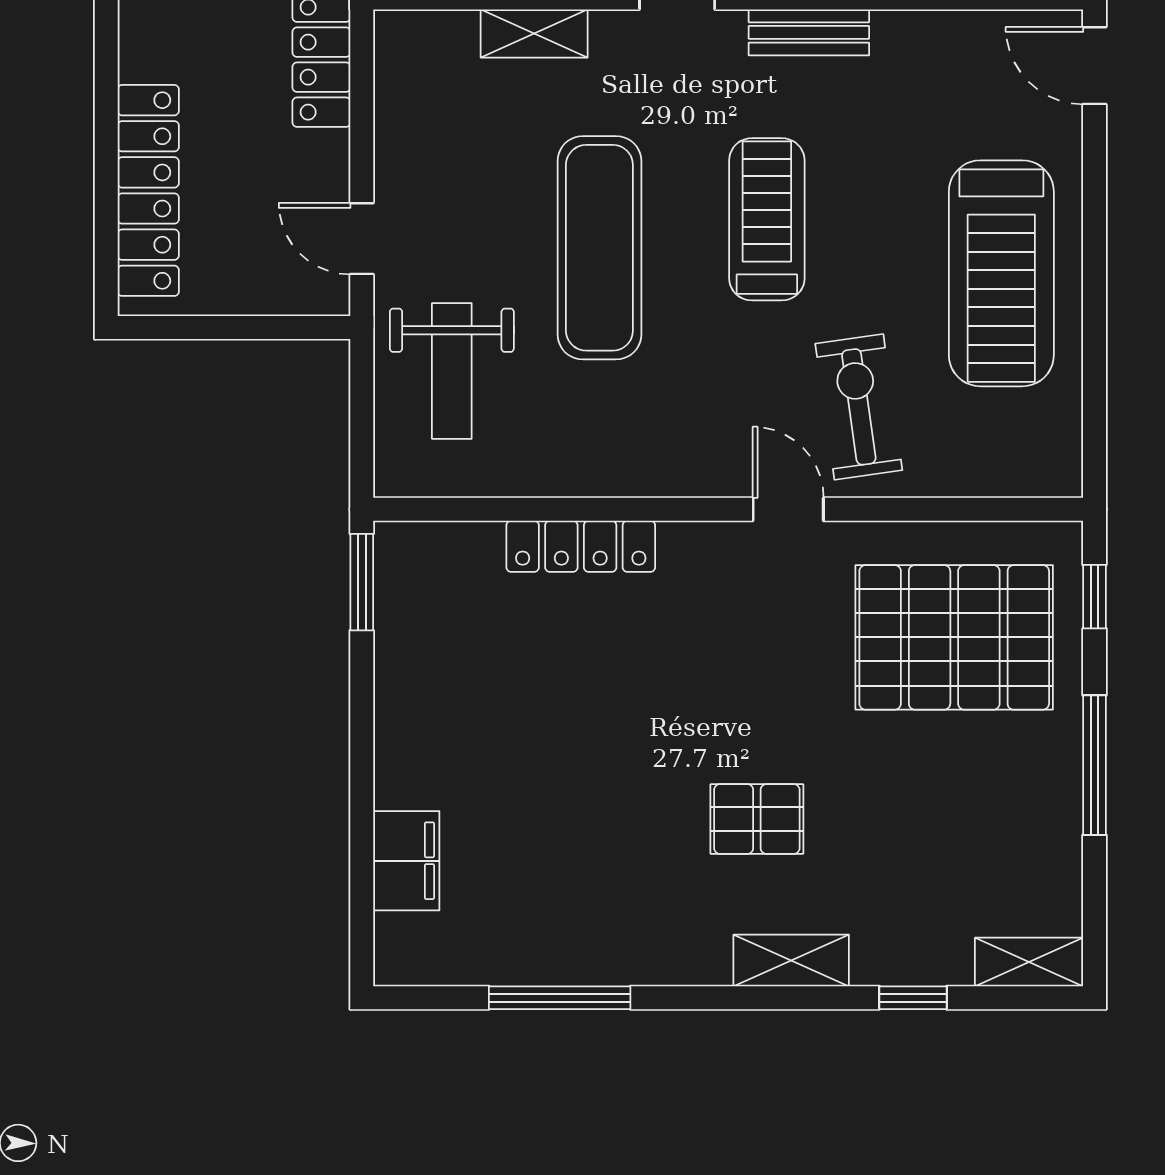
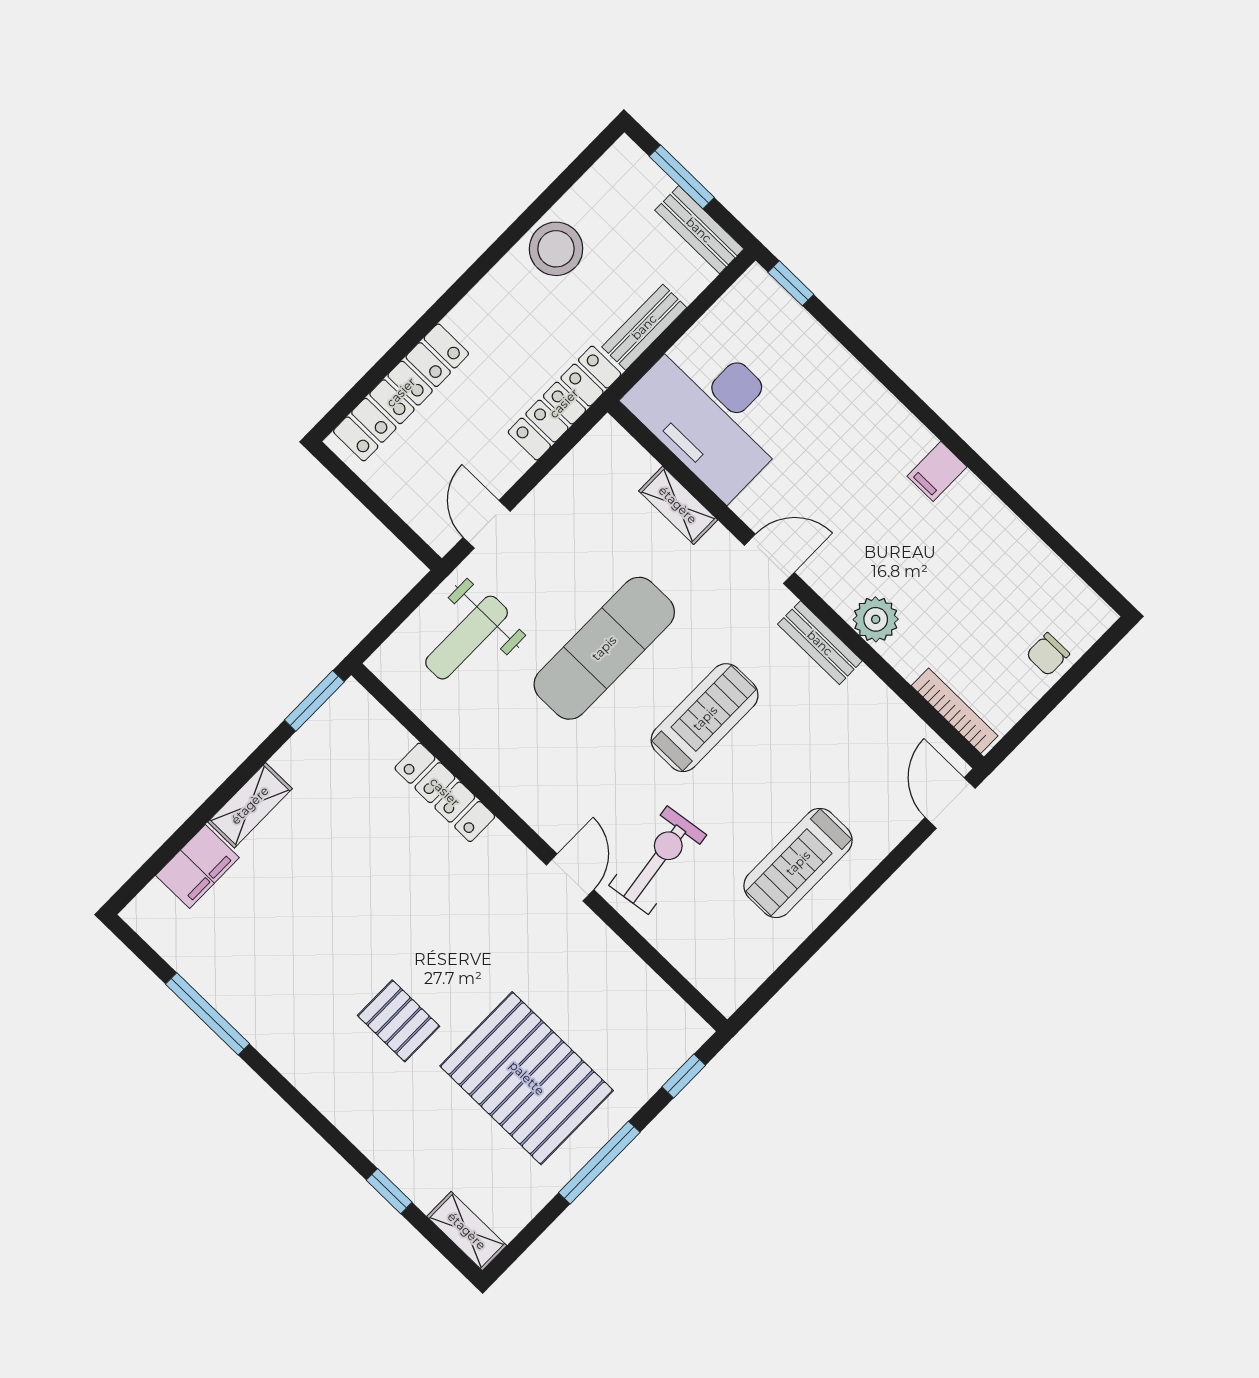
treadmill: (1001, 273) -> (798, 863), width x0.73, depth x0.73
pallet: (954, 637) -> (527, 1078), moved
shelving: (791, 961) -> (250, 805), moved, turned 90

